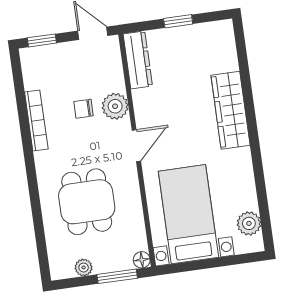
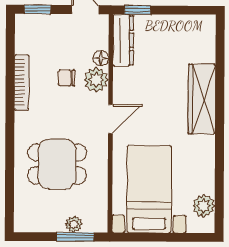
window: (178, 21) -> (137, 10), moved
dining table: (87, 202) -> (57, 164), turned 90
floor lamp: (142, 260) -> (101, 58), moved
plant: (84, 268) -> (74, 224), moved

